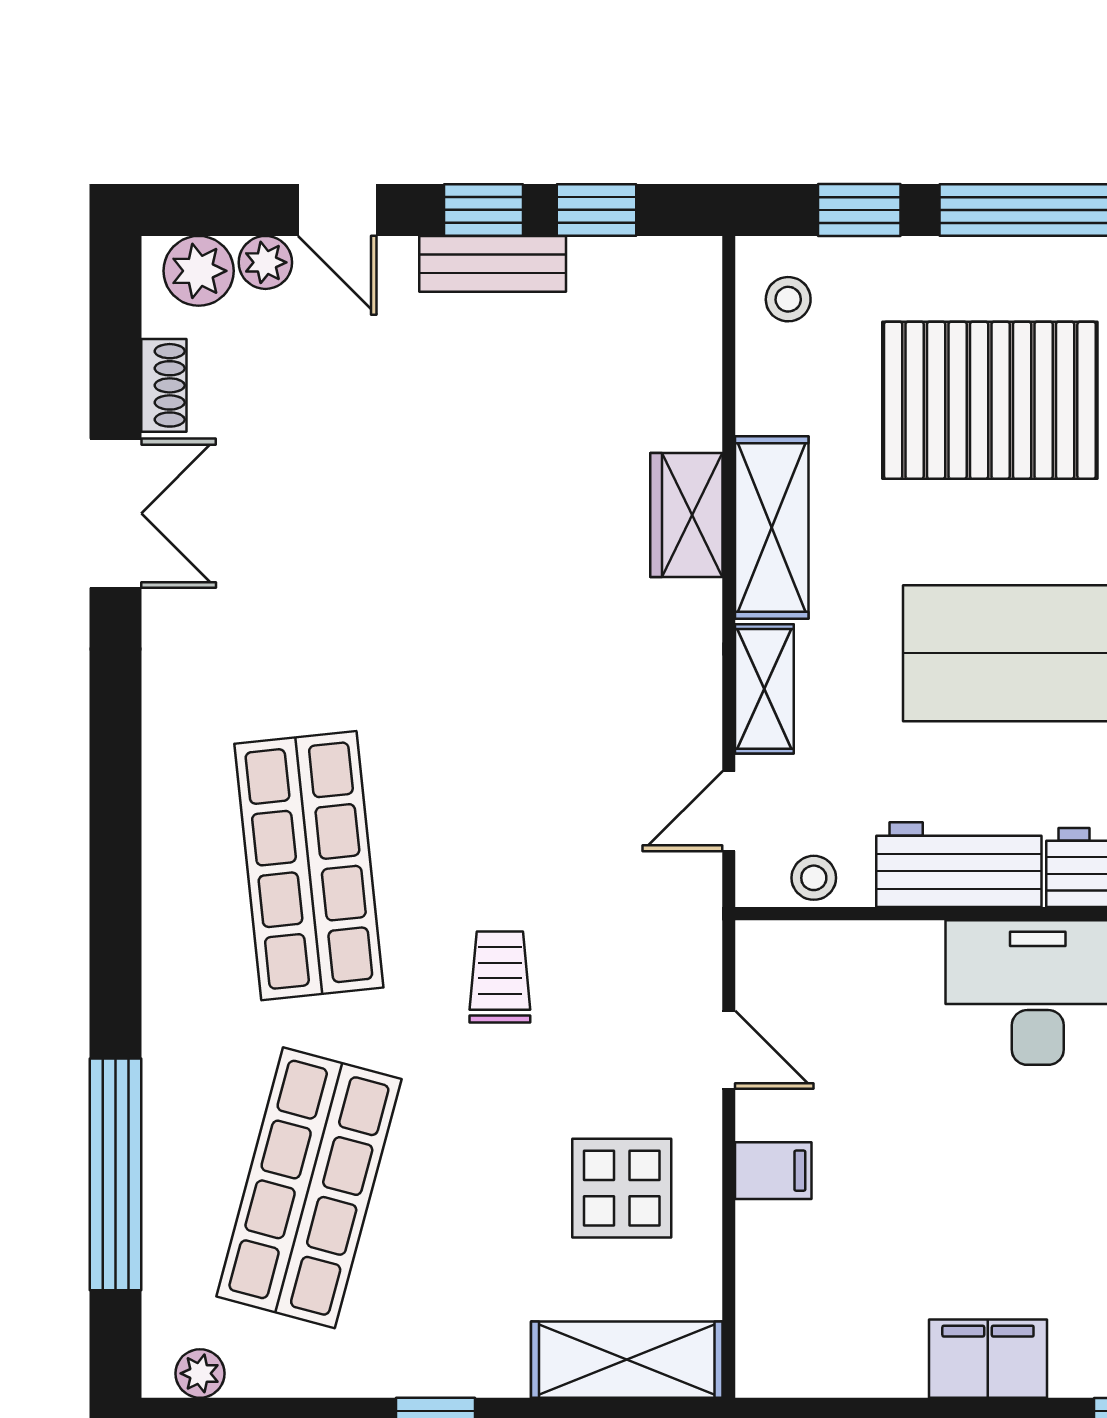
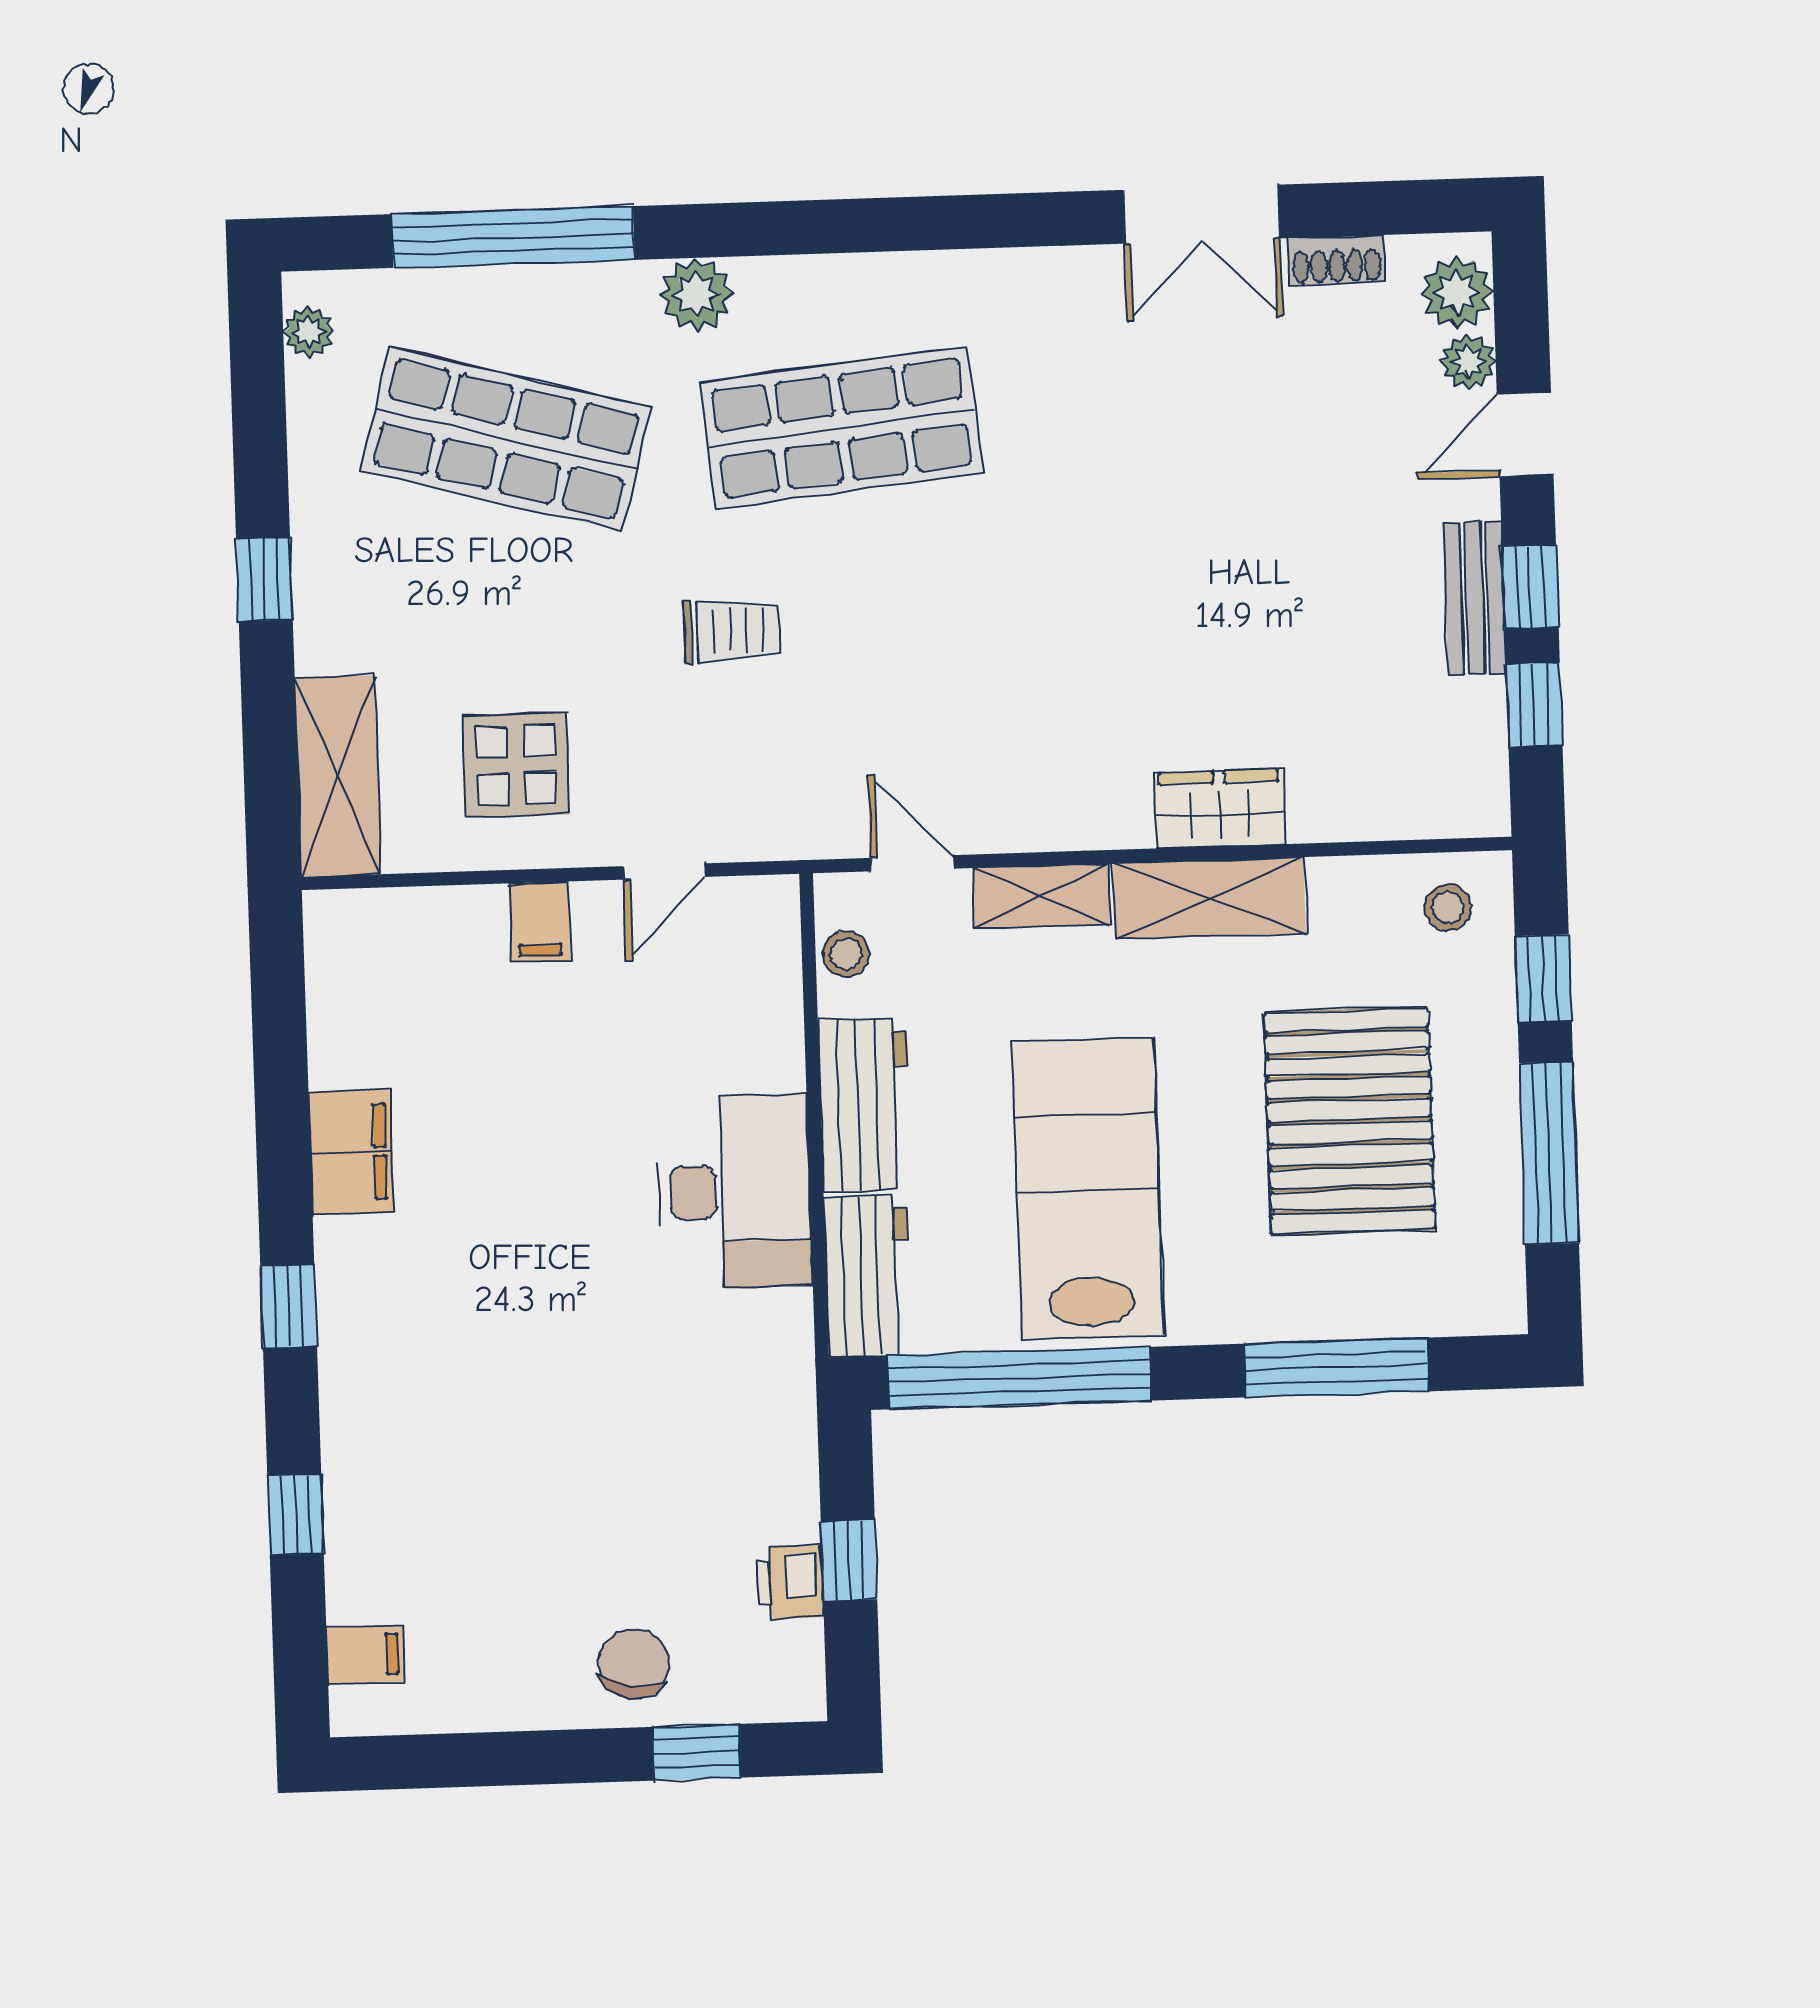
plant: (177, 1001) -> (696, 295), added

